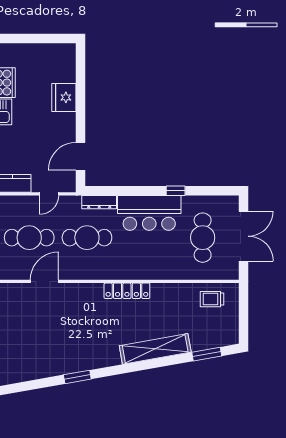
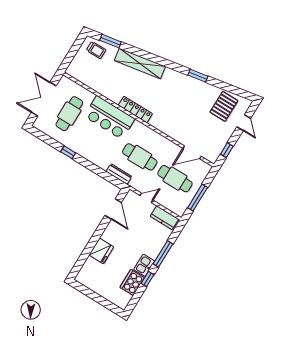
door: (81, 156) -> (113, 209), hinge flipped
bar counter: (149, 213) -> (110, 118), moved, turned 180
door: (44, 281) -> (192, 152), moved
trolley: (212, 299) -> (96, 50), moved
pallet: (24, 359) -> (224, 106), added

